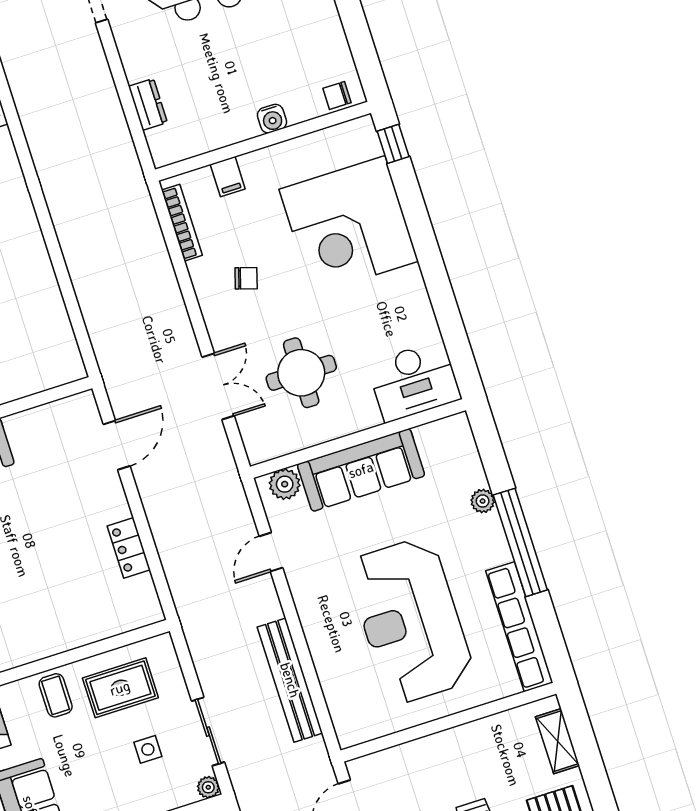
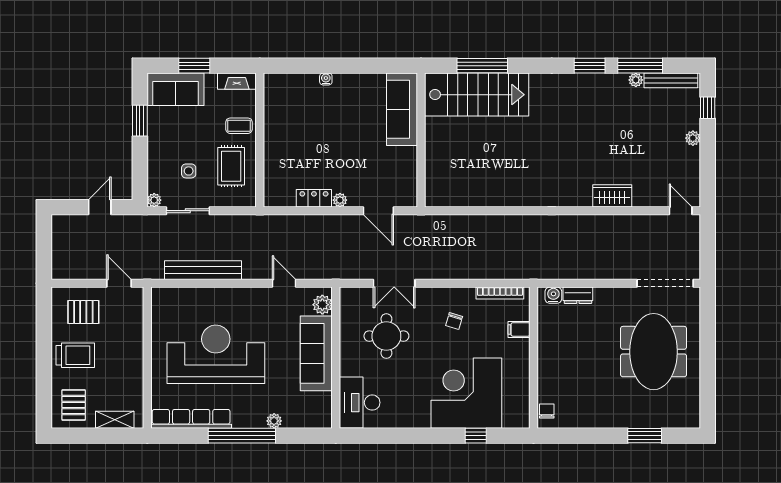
water cooler: (272, 119) -> (553, 295), moved, turned 90
window: (393, 144) -> (476, 436), moved
plant: (119, 508) -> (340, 200), added

